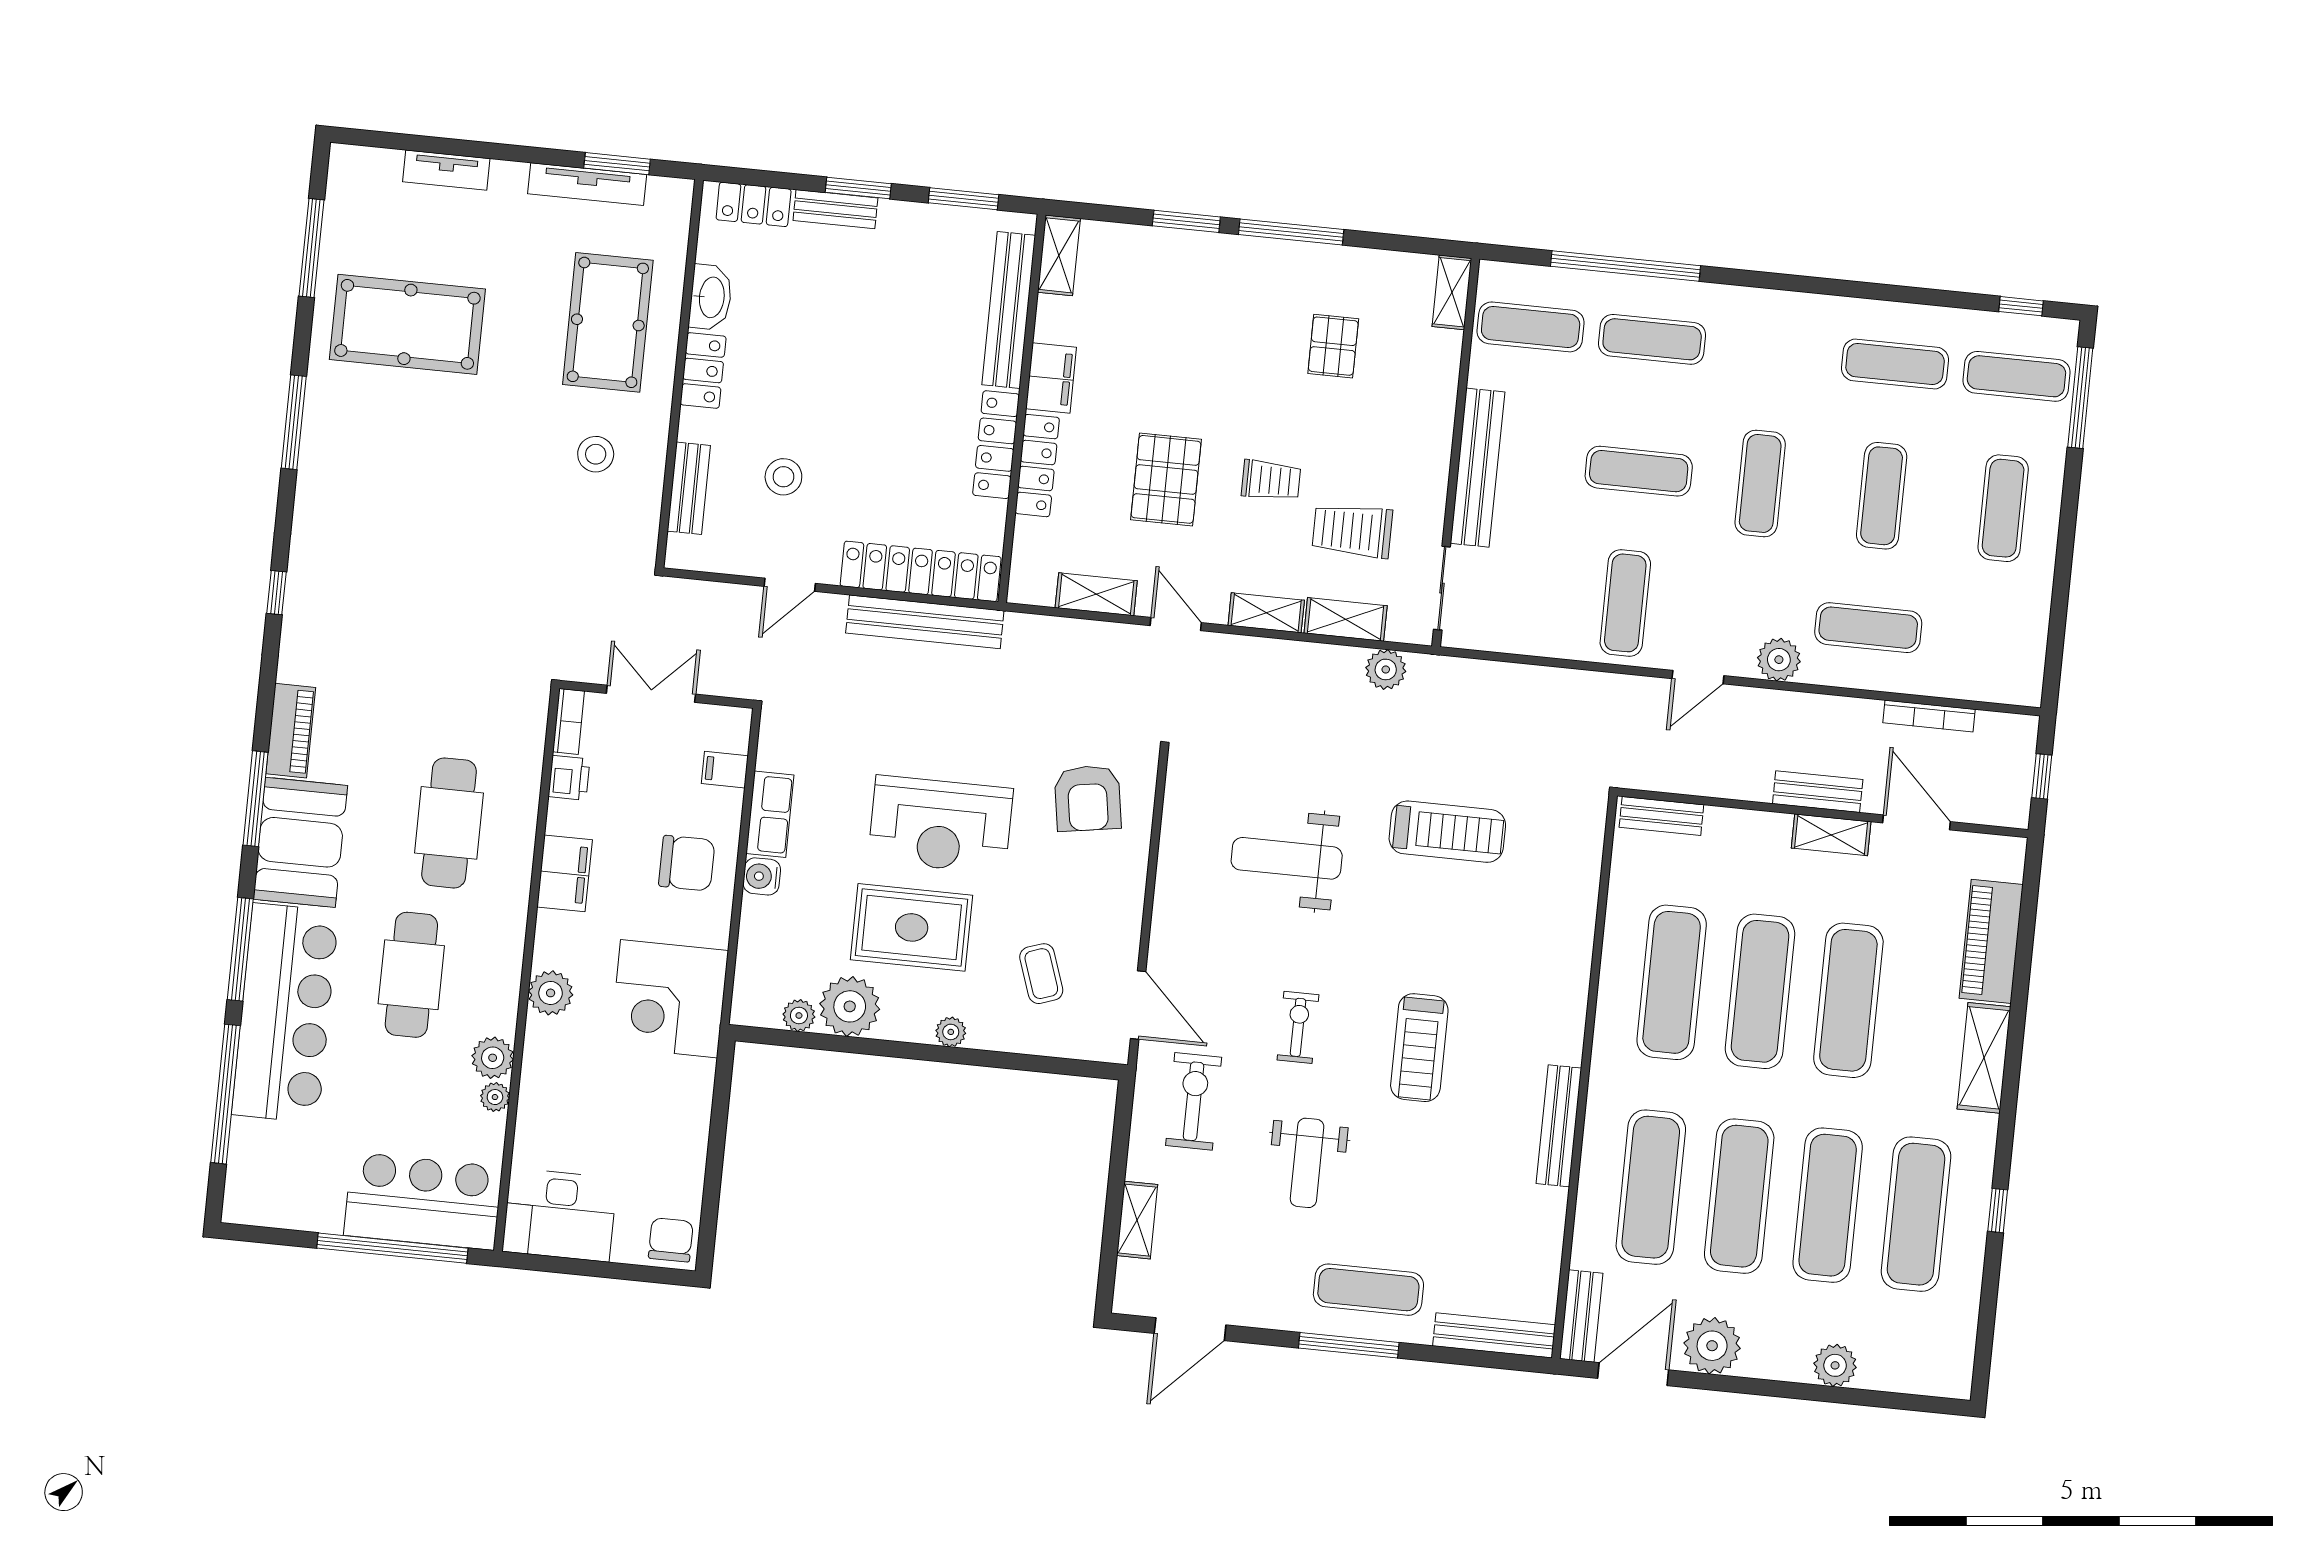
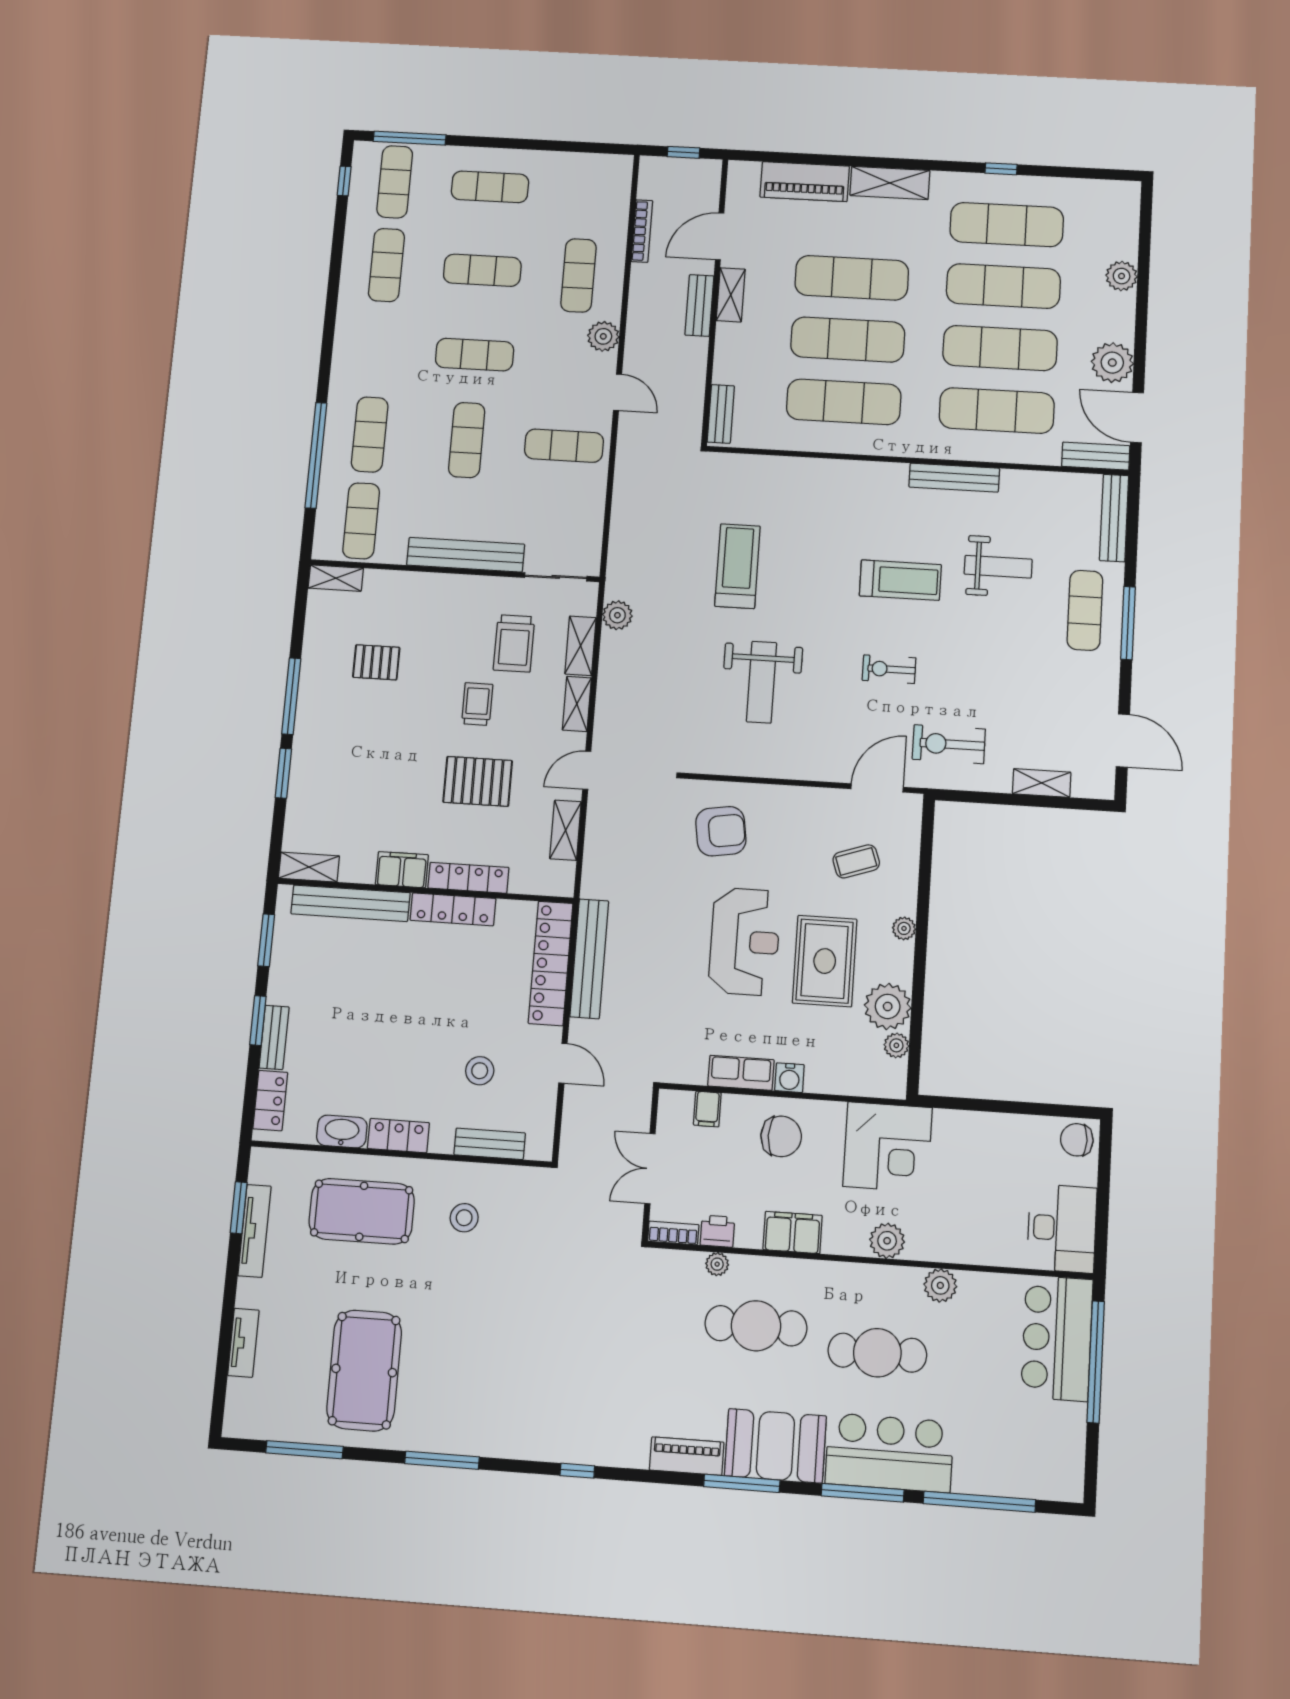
chair: (687, 863) -> (781, 1136), turned 90
bar counter: (285, 1013) -> (889, 1453), width x0.73
plant: (495, 1097) -> (717, 1264), moved
weight bench: (1307, 1163) -> (998, 567), moved

